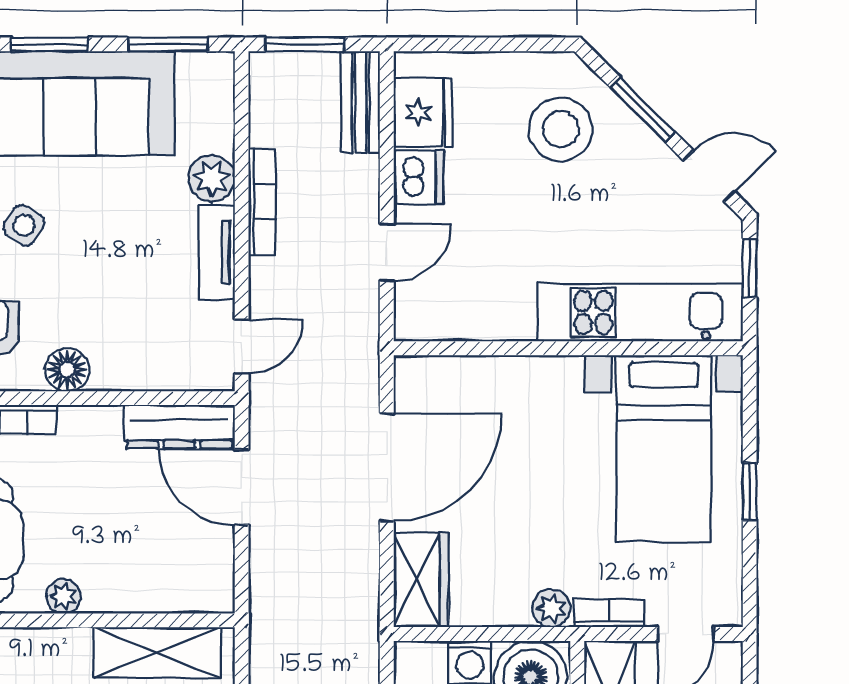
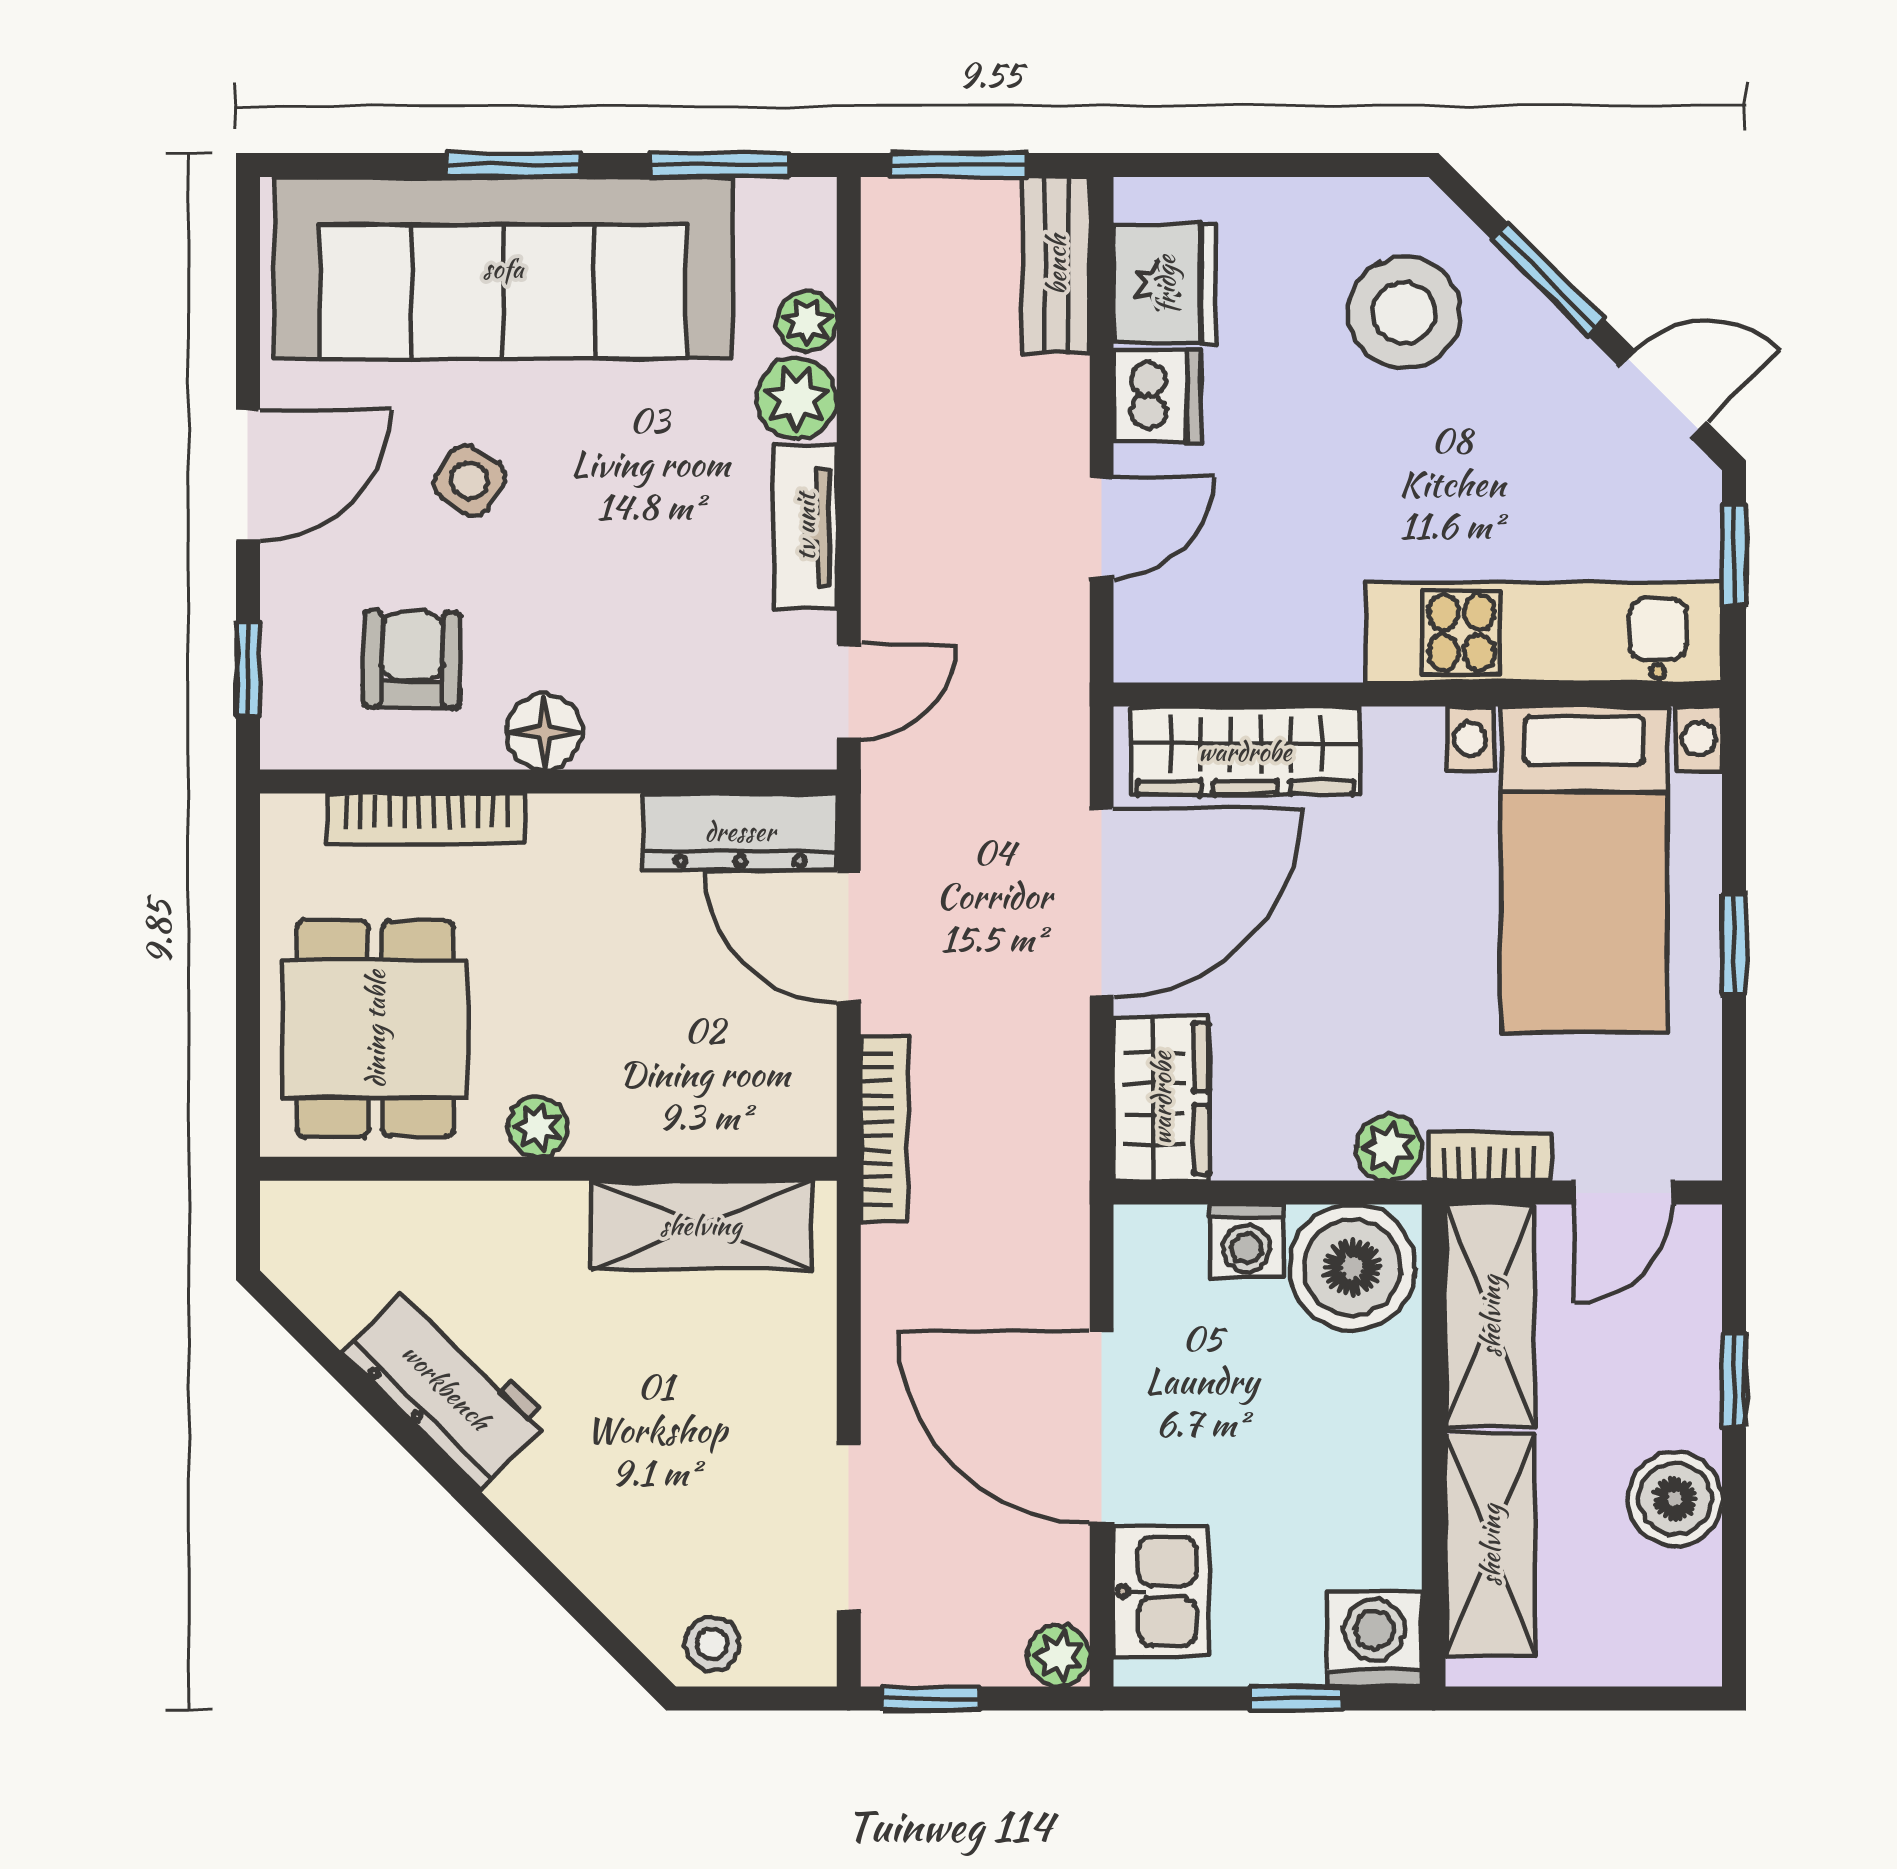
plant: (218, 134) -> (807, 321), added
bookcase: (262, 202) -> (884, 1129), moved
wardrobe: (469, 380) -> (1245, 751), added

